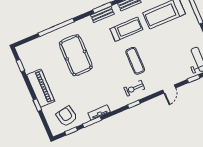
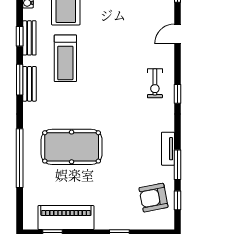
treadmill: (126, 29) -> (65, 58), turned 180
exercise mat: (135, 61) -> (116, 65), removed
piano: (41, 88) -> (66, 218), moved
door: (169, 89) -> (177, 34), swing flipped

